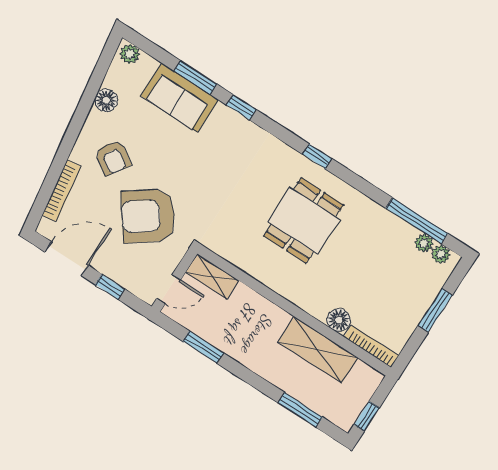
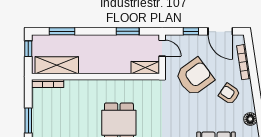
door: (66, 259) -> (220, 31), hinge flipped
door: (169, 289) -> (162, 48), swing flipped
floor lamp: (339, 320) -> (71, 86), removed
shelving: (318, 350) -> (57, 65), moved

